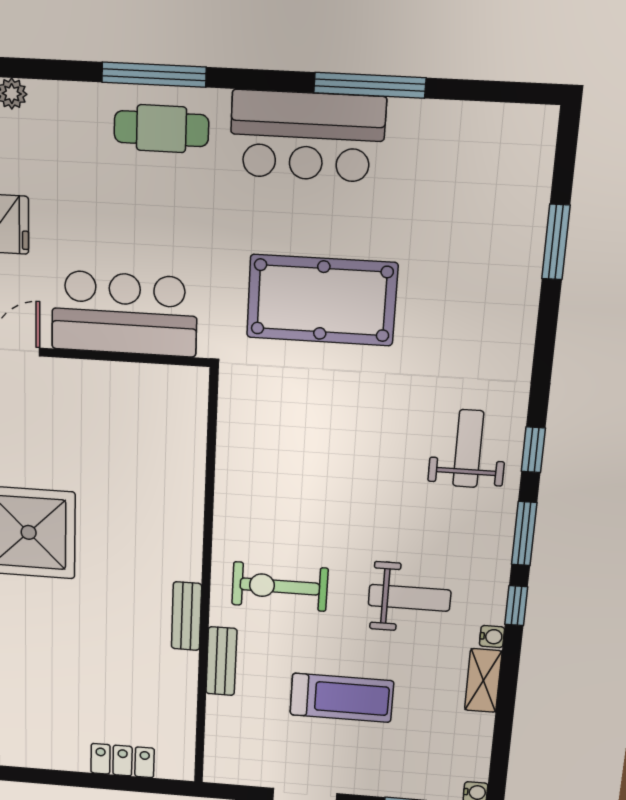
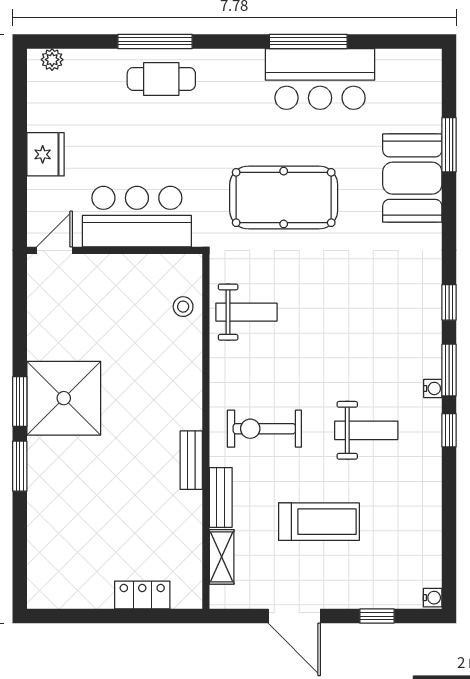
bar counter: (307, 136) -> (320, 79), moved
booth: (500, 285) -> (412, 178), added
stool: (182, 432) -> (183, 307), added
weight bench: (468, 449) -> (246, 312), moved, turned 90
water cooler: (492, 637) -> (433, 388), moved
shelving: (483, 681) -> (222, 557), moved

